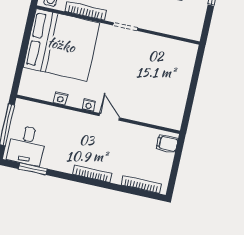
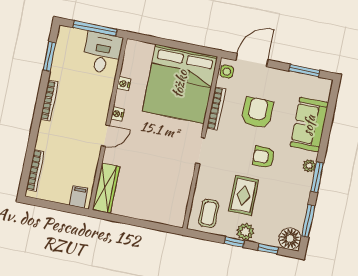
coffee table: (185, 20) -> (209, 213), added
wardrobe: (159, 117) -> (106, 188), added
desk: (27, 145) -> (102, 53), moved, turned 90
bookcase: (92, 174) -> (49, 101), moved

